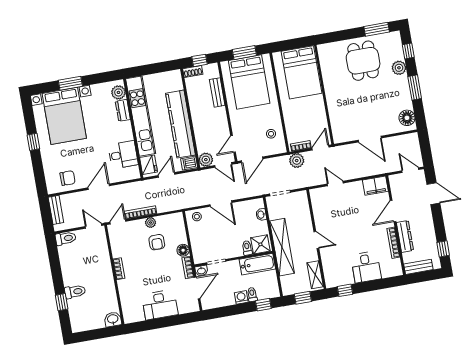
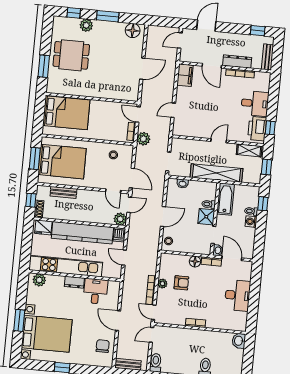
window: (377, 29) -> (44, 66), moved
dresser: (123, 110) -> (74, 282), moved
fridge: (149, 165) -> (43, 227), moved, turned 180
shower: (260, 244) -> (206, 217), moved
printer: (340, 277) -> (257, 129), added

